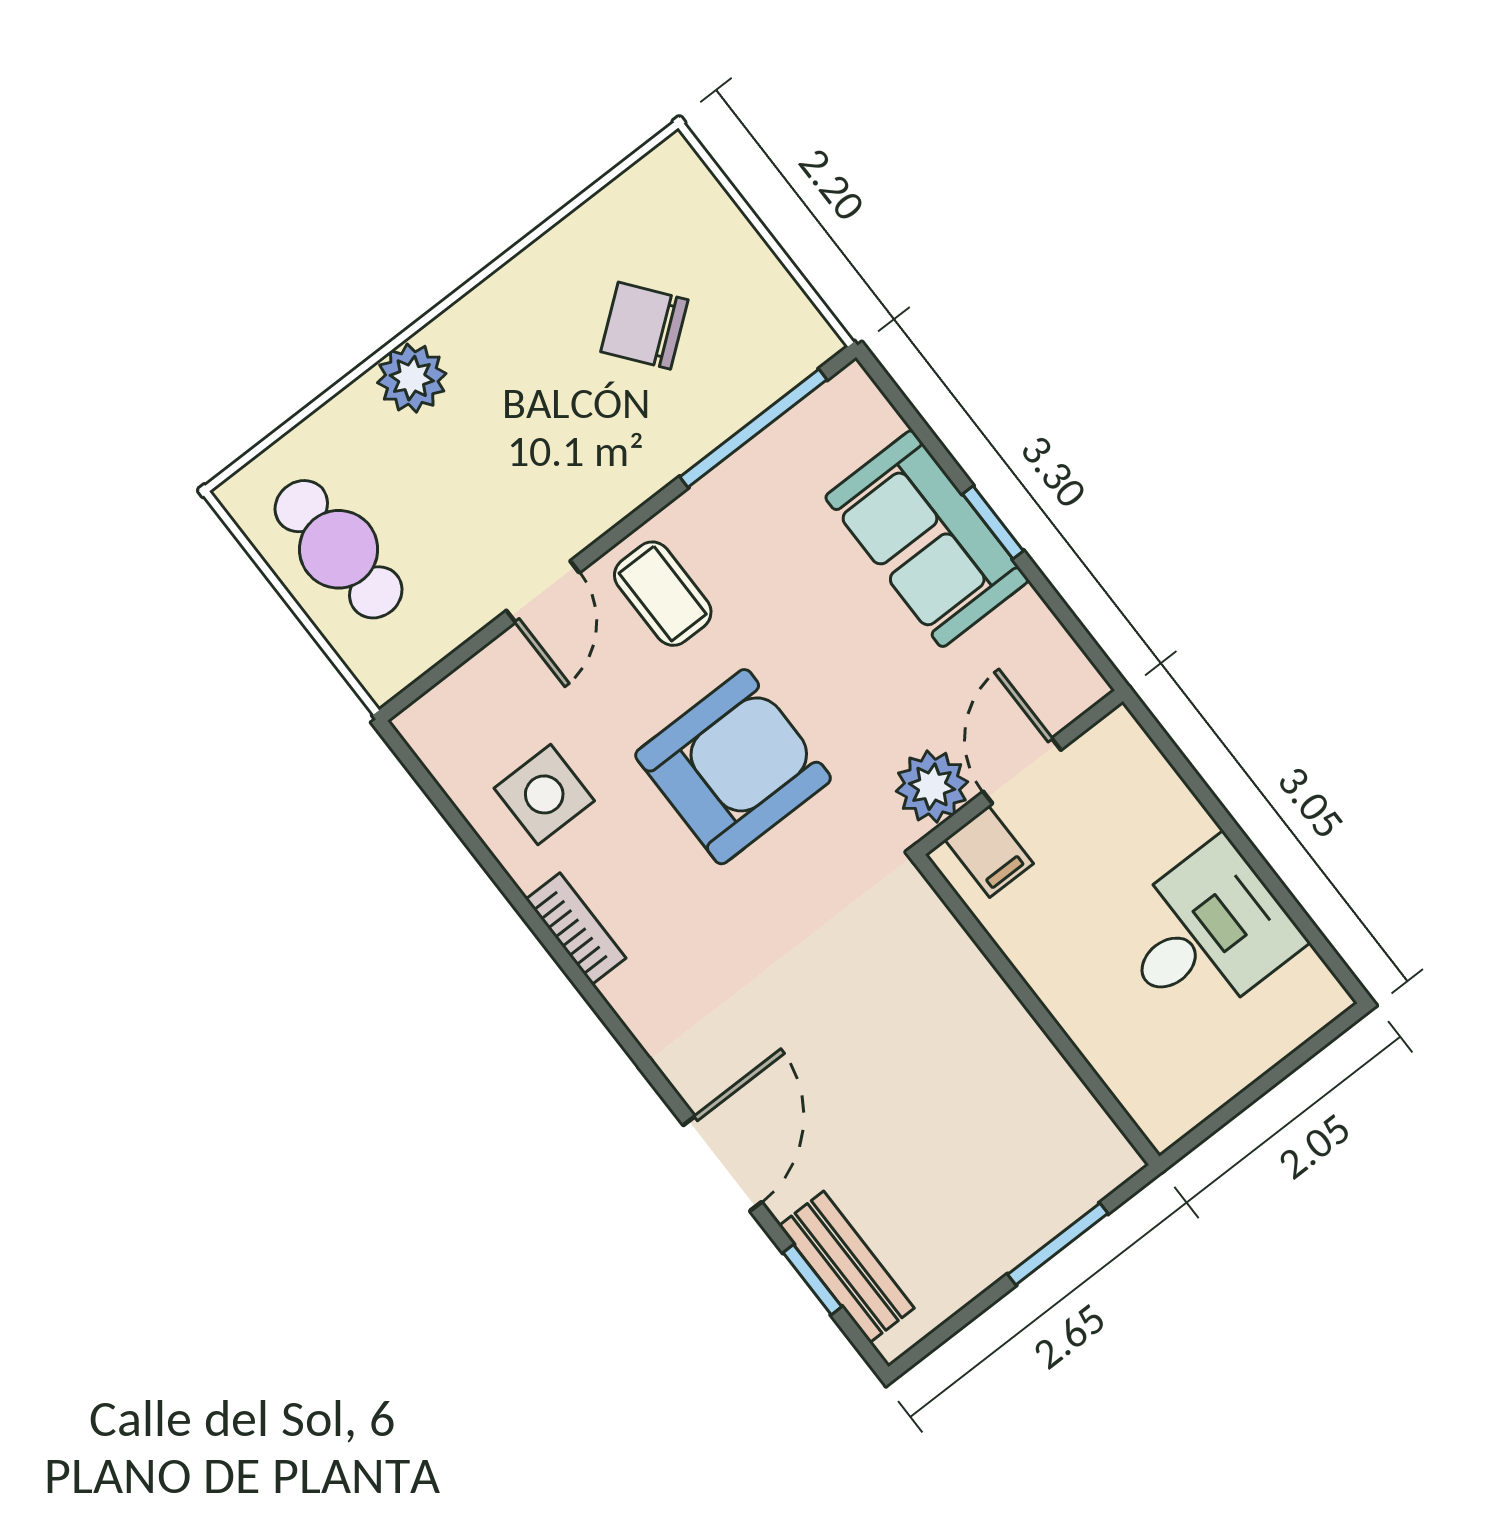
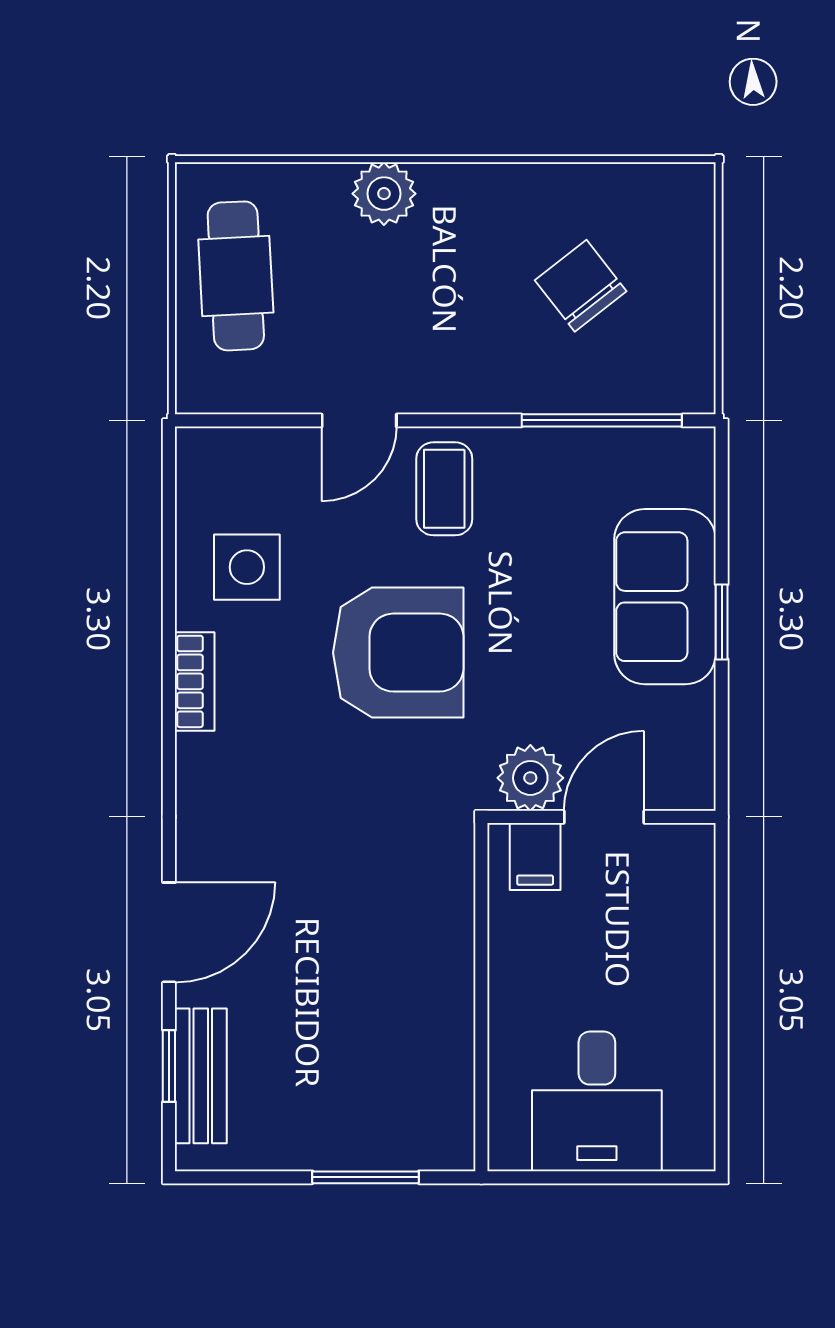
desk: (1206, 933) -> (597, 1101), moved, turned 90

